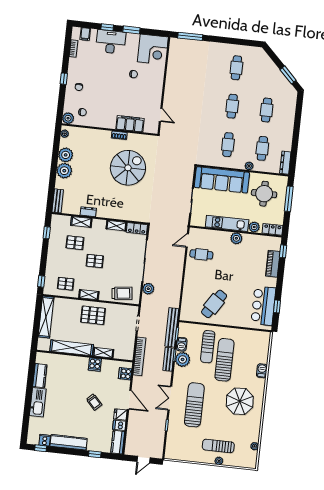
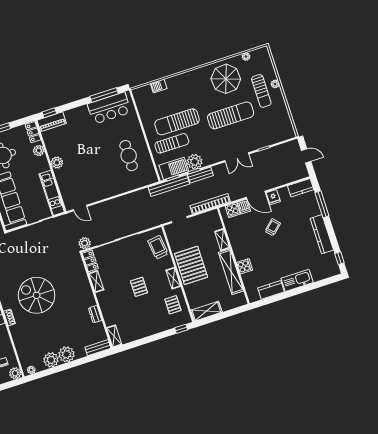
shelving: (81, 222) -> (114, 336), moved
kitchen unit: (227, 223) -> (52, 193), moved
window: (47, 233) -> (133, 345), removed
pallet: (75, 243) -> (130, 314), removed
cafe table: (201, 254) -> (87, 189), removed
piano: (273, 264) -> (52, 122), moved
plant: (148, 289) -> (85, 243), moved
cafe table: (214, 304) -> (129, 156), turned 57
window: (277, 306) -> (104, 95), width x2.17
pallet: (93, 315) -> (191, 265), width x1.37, depth x1.41
shelving: (46, 317) -> (206, 311), width x0.68
barbecue: (182, 344) -> (174, 168), width x1.88, depth x1.53
cooker: (95, 365) -> (245, 266), moved
barbecue: (262, 371) -> (159, 86), moved
door: (129, 400) -> (256, 195), swing flipped
parasol: (240, 401) -> (226, 79), moved
sun lounger: (194, 405) -> (231, 115), moved, turned 180
dishwasher: (119, 425) -> (244, 207), moved
cooker: (45, 440) -> (330, 258), removed
window: (95, 454) -> (322, 204), width x2.17

